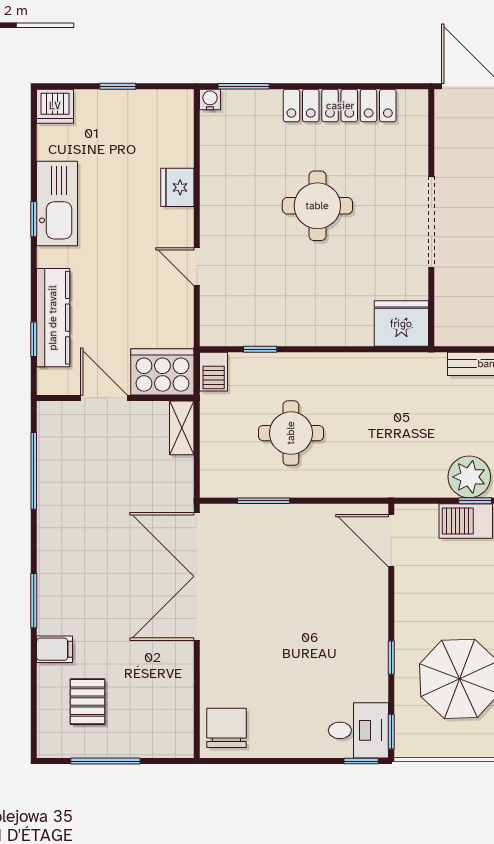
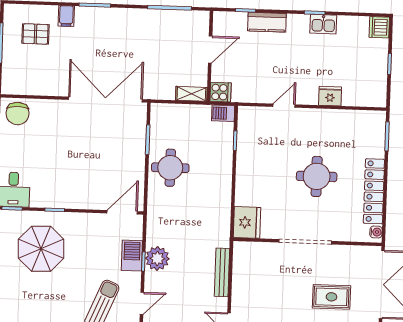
water cooler: (210, 99) -> (376, 232), moved
kitchen sink: (57, 203) -> (323, 24), width x0.53, depth x0.81
kitchen counter: (53, 318) -> (267, 22), width x0.67
cooker: (162, 372) -> (221, 92), width x0.53, depth x0.76
round table: (291, 433) -> (170, 168), moved
chair: (227, 728) -> (18, 114), turned 90

